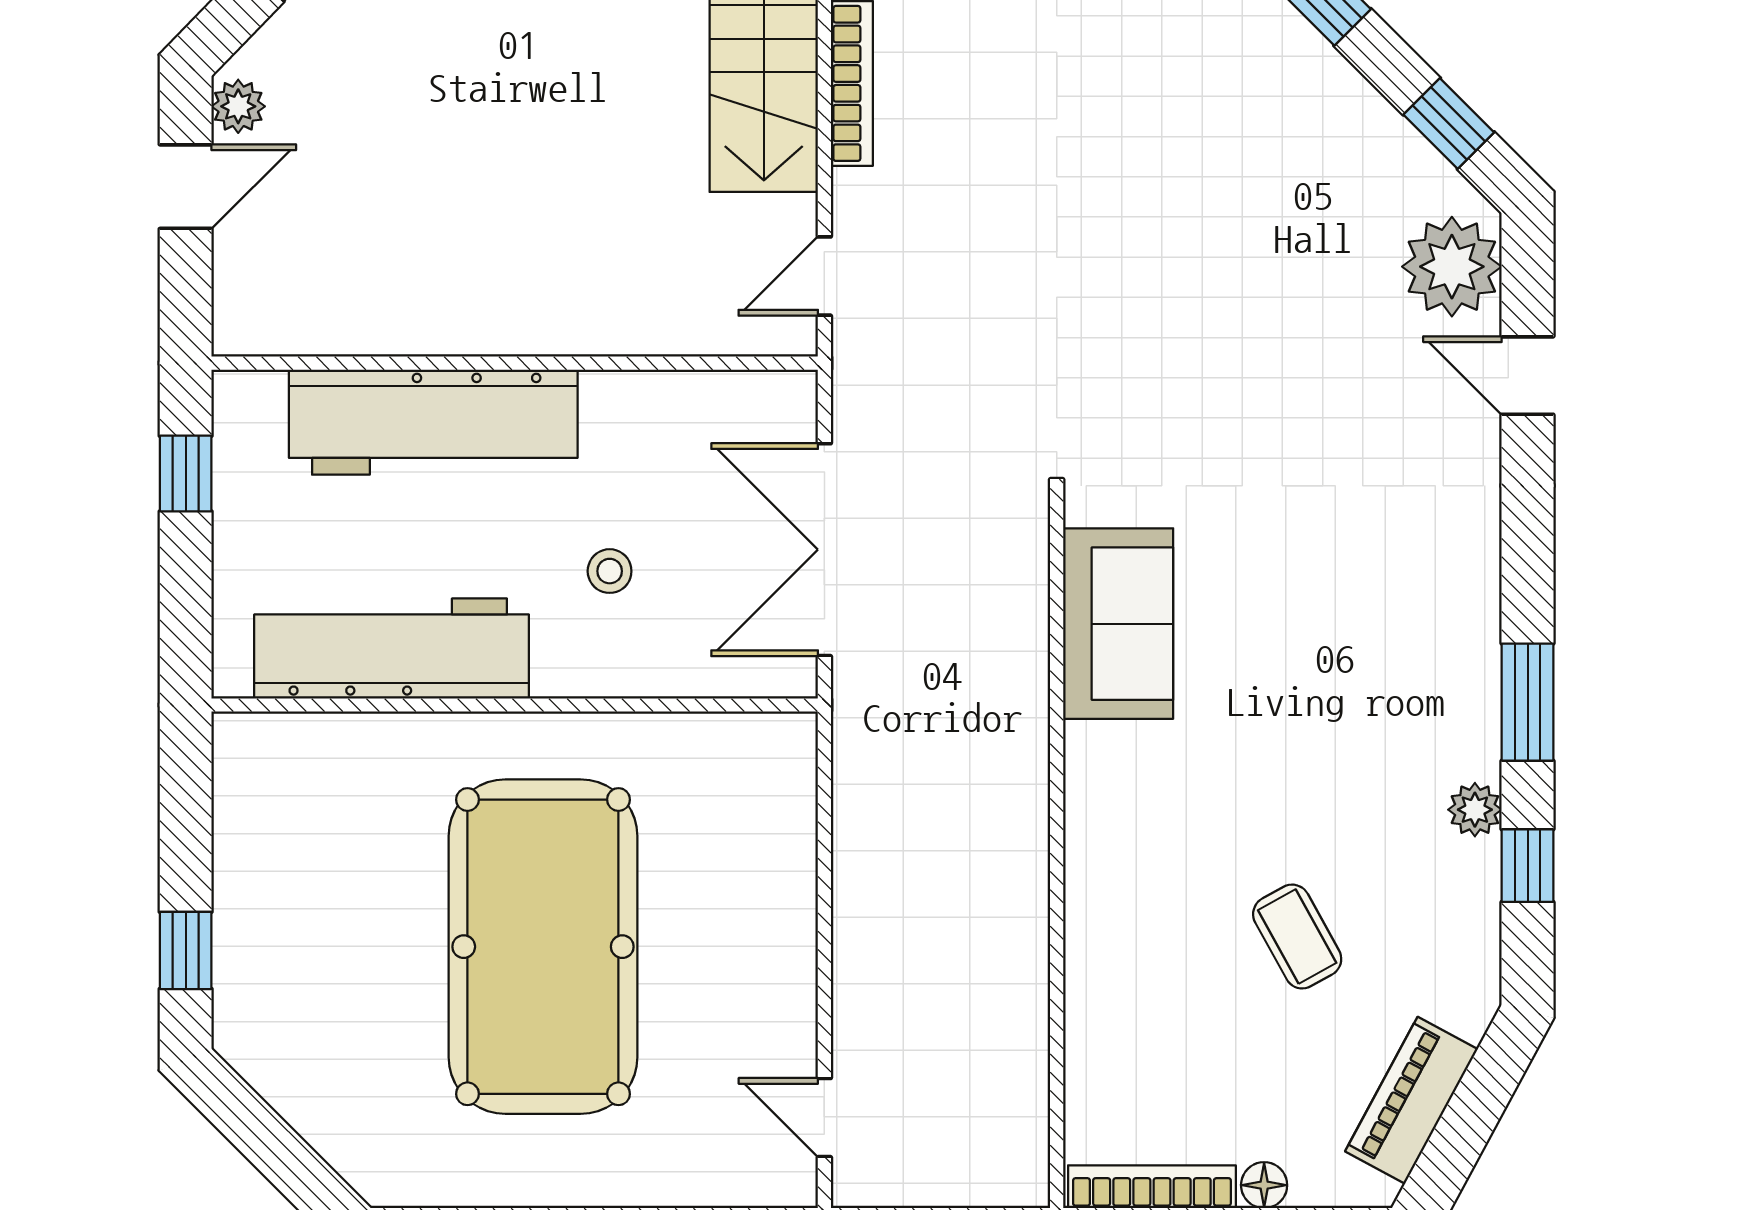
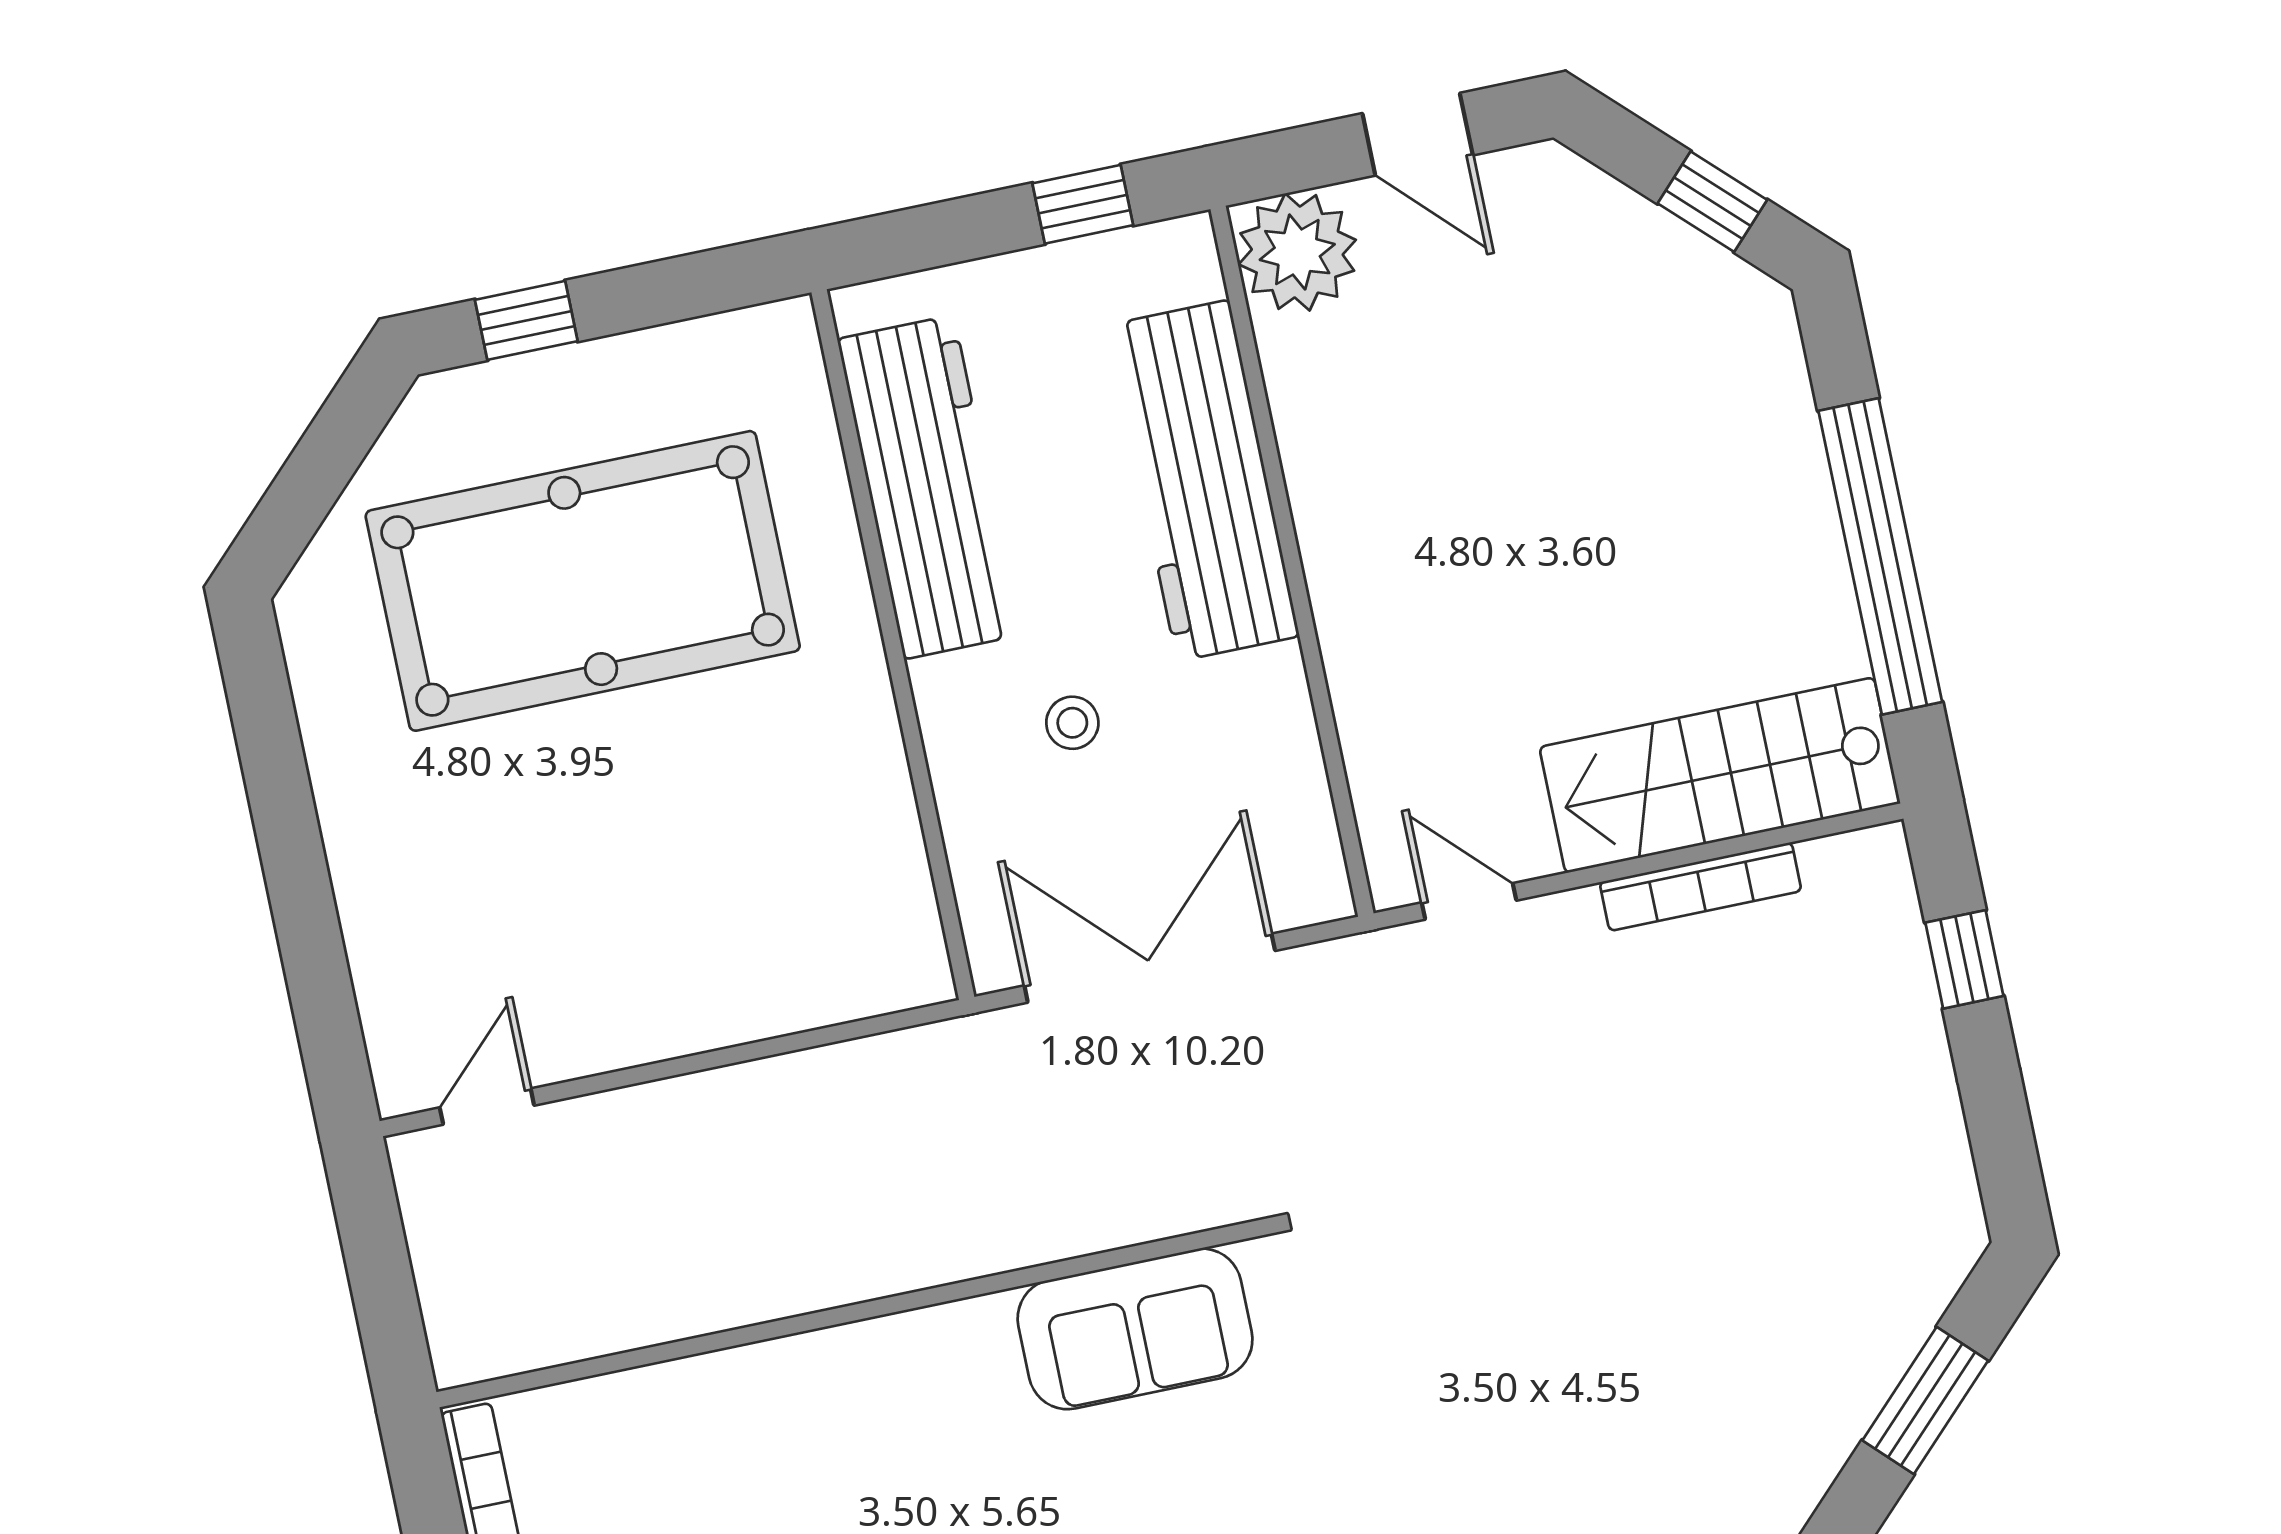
plant: (238, 106) -> (1297, 252), moved, width x1.87, depth x1.87
pool table: (543, 947) -> (583, 581), moved

